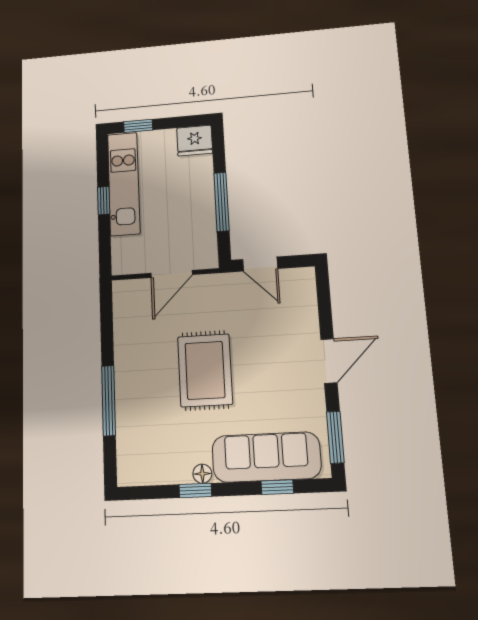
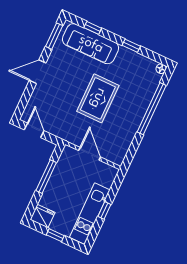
window: (138, 126) -> (55, 235), moved
door: (260, 264) -> (34, 130), moved
door: (172, 274) -> (90, 154), hinge flipped
window: (109, 401) -> (152, 109), width x1.46
floor lamp: (202, 474) -> (161, 69), moved

